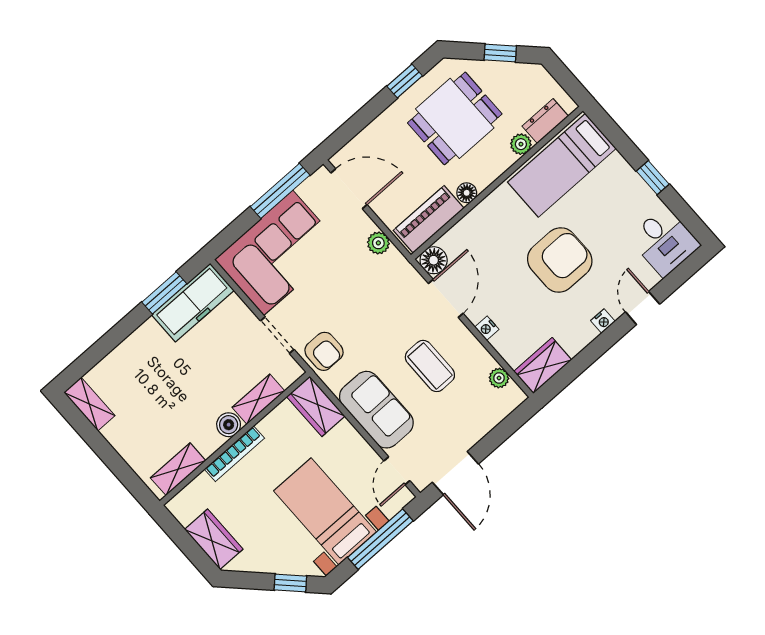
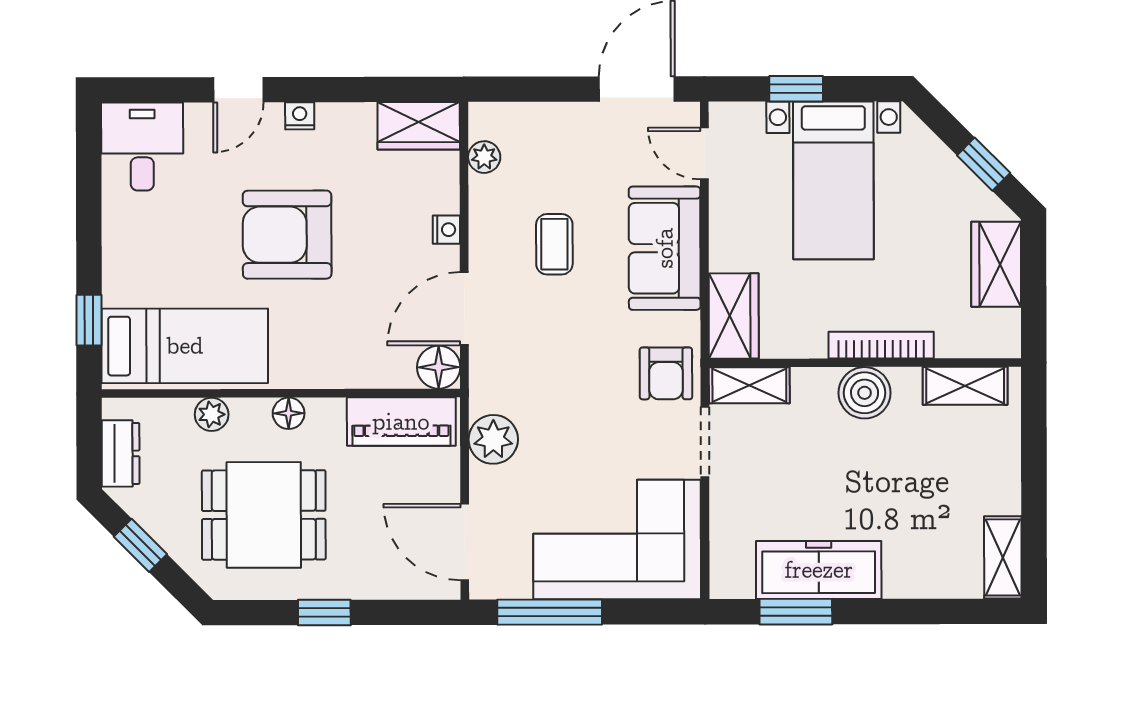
window: (405, 81) -> (324, 612), moved
dresser: (545, 121) -> (121, 453), moved, turned -90
window: (653, 178) -> (89, 320), moved
floor lamp: (467, 193) -> (289, 413), moved
plant: (378, 243) -> (493, 439), width x1.38, depth x1.38
freezer: (193, 303) -> (819, 570), moved
armchair: (324, 351) -> (666, 373), turned 180
coffee table: (430, 366) -> (554, 244), width x0.73, depth x0.77
shelving: (258, 399) -> (749, 385), moved
boiler: (229, 425) -> (865, 393), width x1.36, depth x1.36
door: (397, 471) -> (704, 153), swing flipped
window: (380, 539) -> (796, 89), width x0.46
window: (290, 583) -> (984, 164), moved

